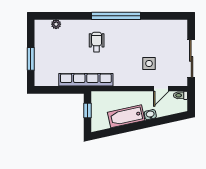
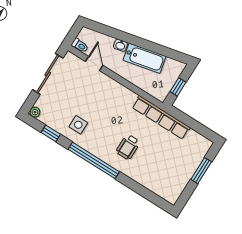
window: (161, 16) -> (51, 133), added
plant: (56, 24) -> (35, 112), moved
side table: (149, 63) -> (78, 125), moved
door: (161, 89) -> (94, 63), hinge flipped

